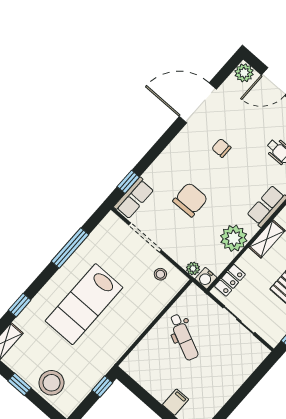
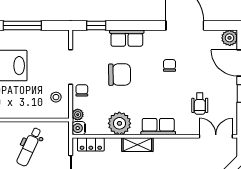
row of seats: (134, 198) -> (127, 38), moved
chair: (175, 246) -> (82, 90), added

